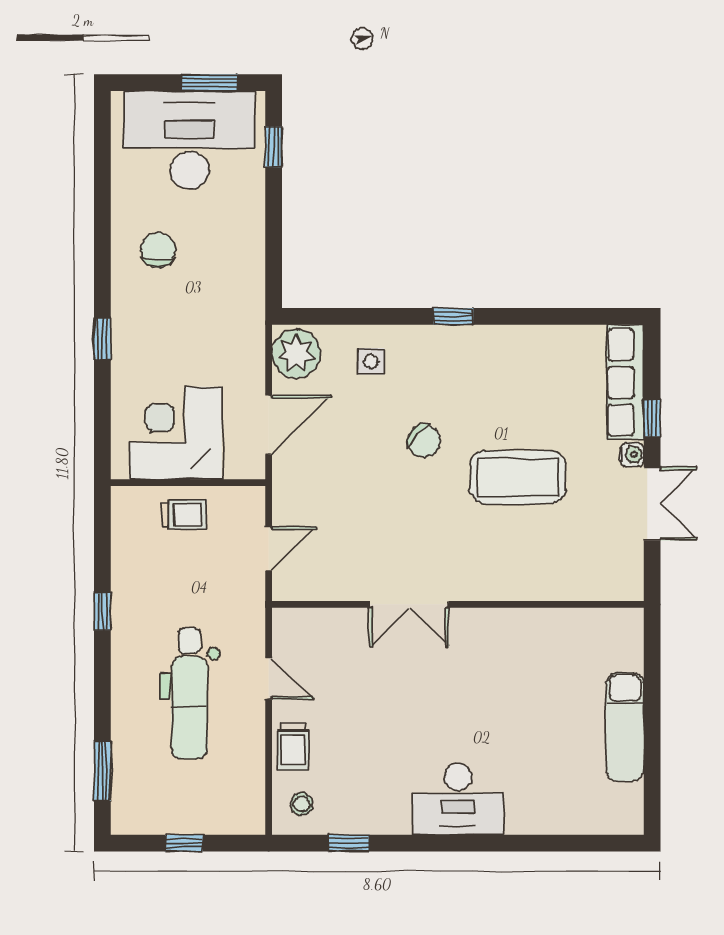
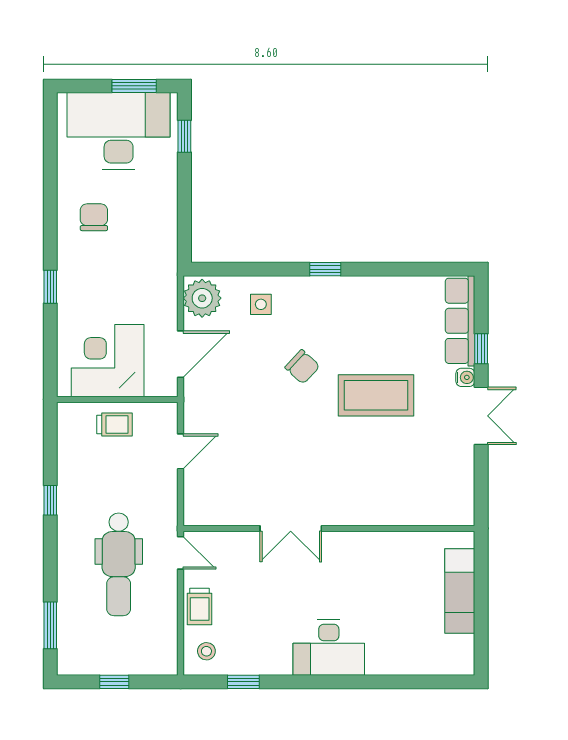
double door: (409, 604) -> (291, 528), moved
wall: (458, 604) -> (329, 528), moved

